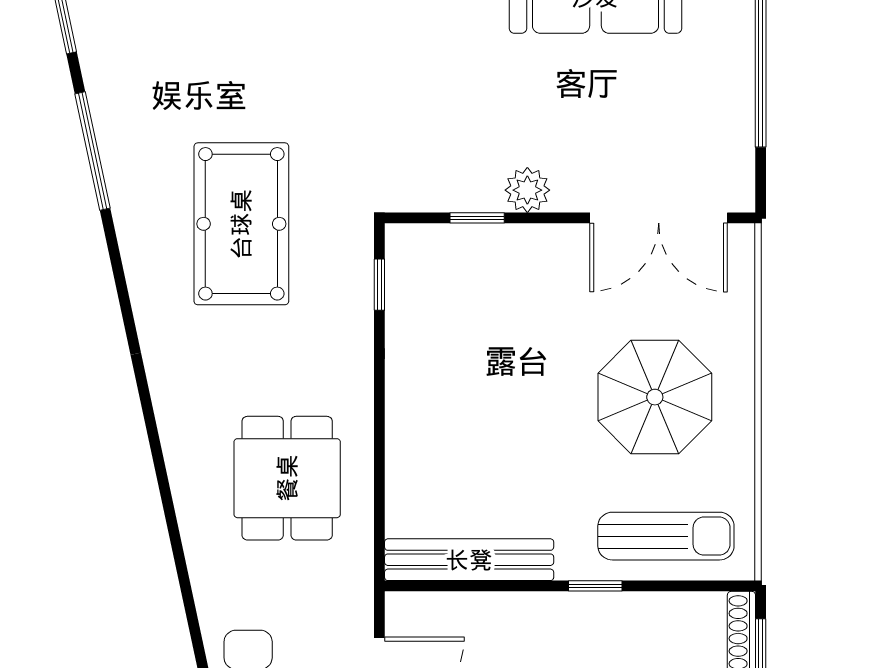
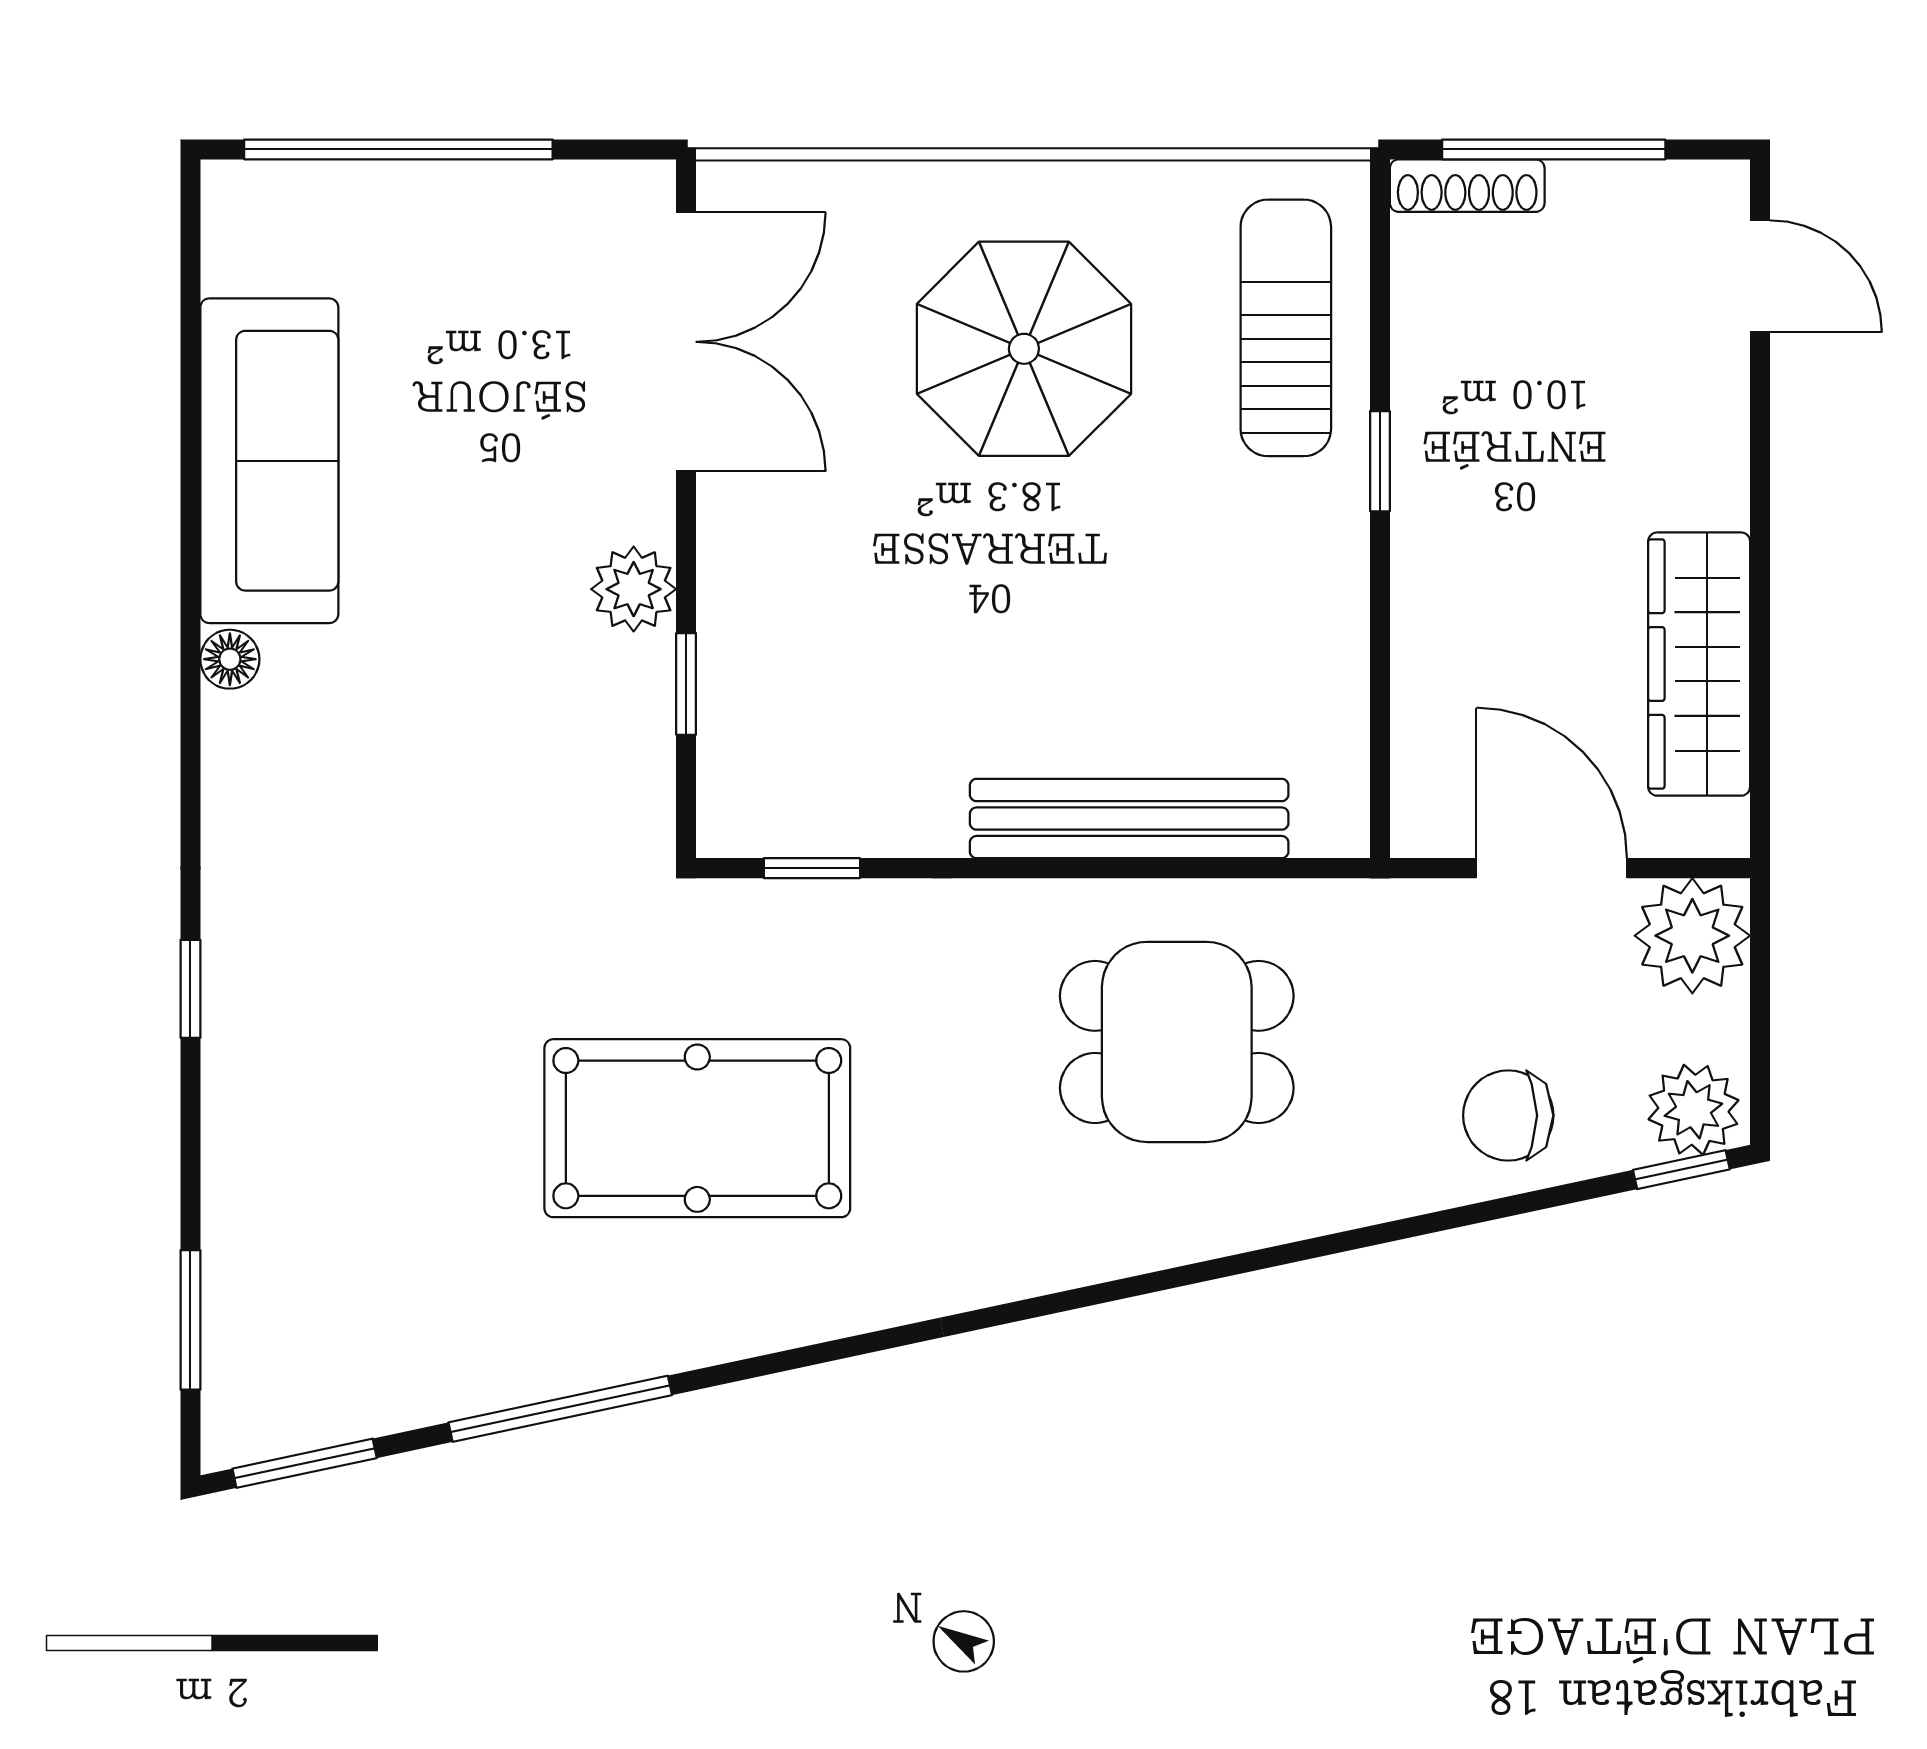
bench: (469, 560) -> (1129, 819), moved, turned 90

